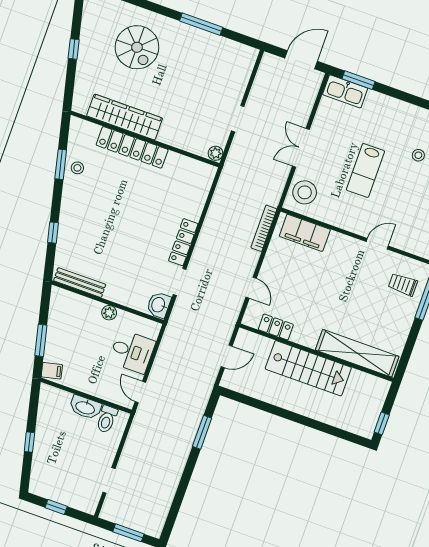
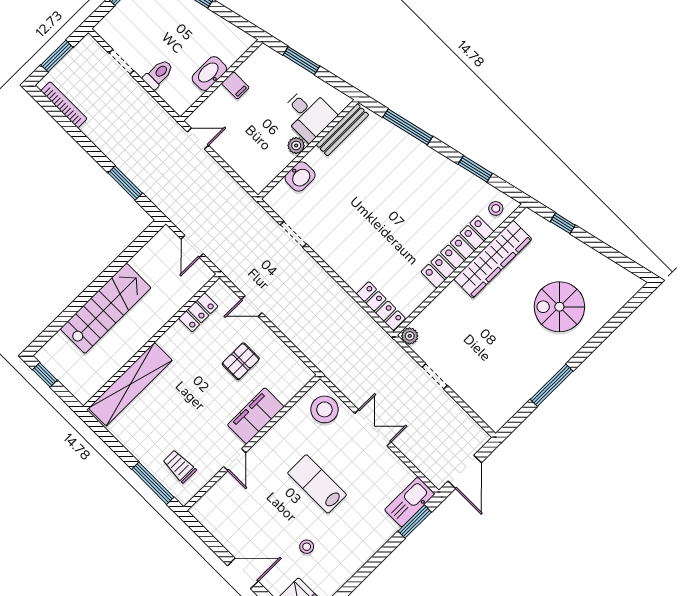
window: (74, 49) -> (563, 223), moved
stool: (77, 168) -> (496, 208), moved
bookcase: (264, 228) -> (64, 105), moved
window: (53, 233) -> (408, 127), width x2.17
filing cabinet: (305, 233) -> (256, 416), moved
locker: (183, 242) -> (381, 306), moved
pallet: (298, 276) -> (241, 361), added
trolley: (403, 284) -> (179, 466), turned -90
washbasin: (159, 305) -> (300, 177), moved, turned 90
desk: (132, 352) -> (308, 114), moved, turned -90
stairs: (308, 368) -> (106, 308), moved, turned 180
filing cabinet: (52, 371) -> (235, 85), moved, turned -77
toilet: (107, 419) -> (158, 74), moved, turned 90

